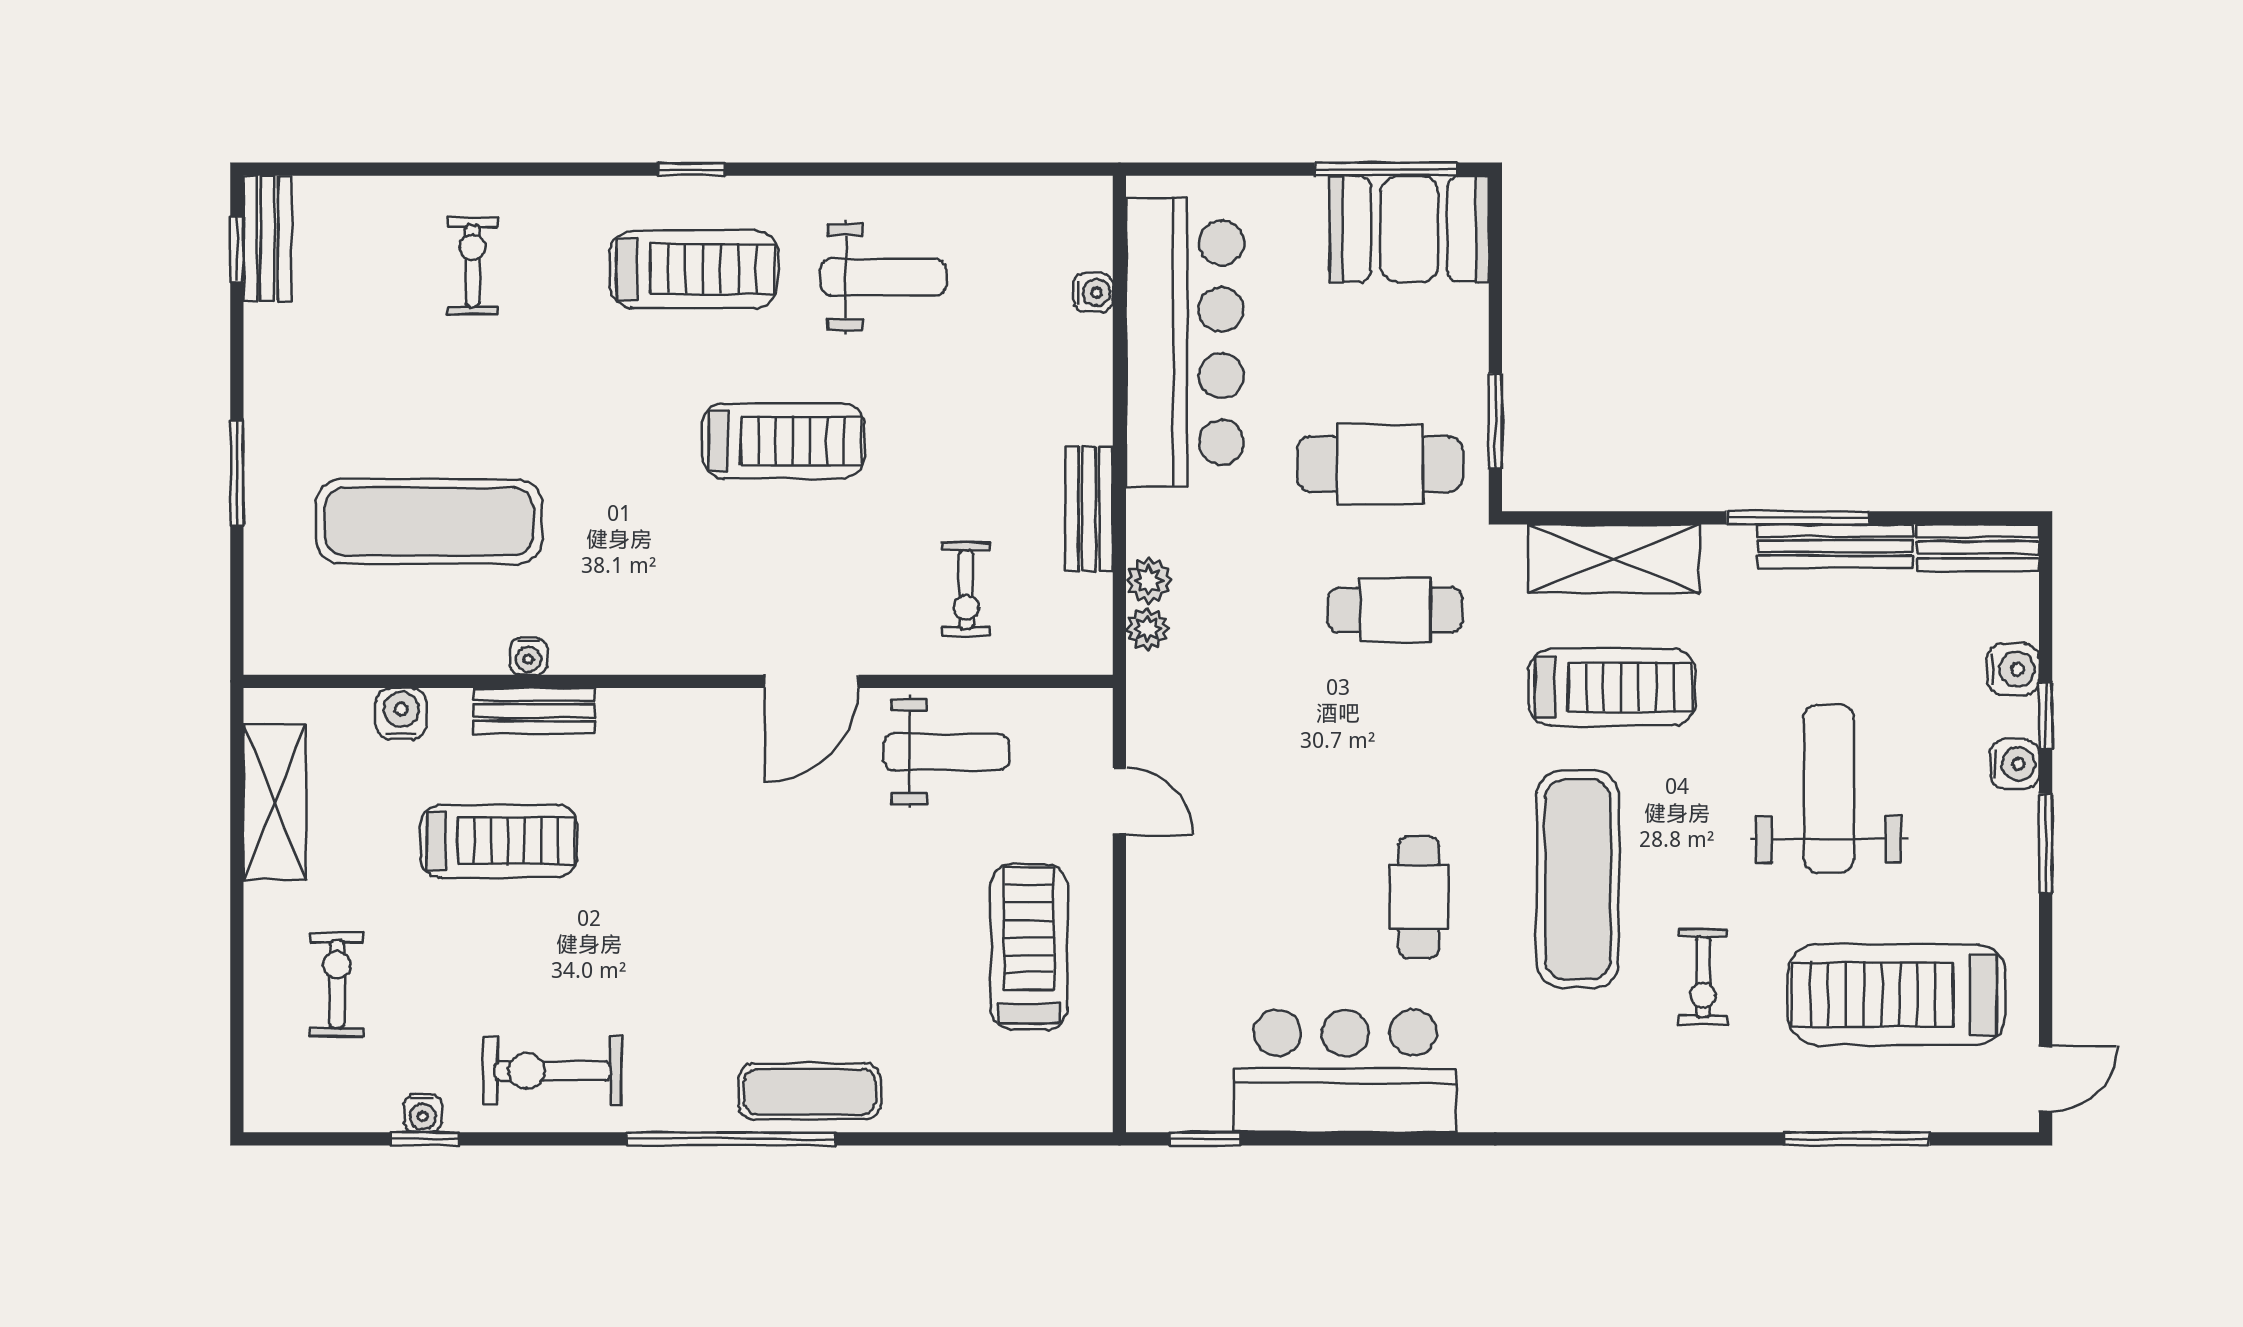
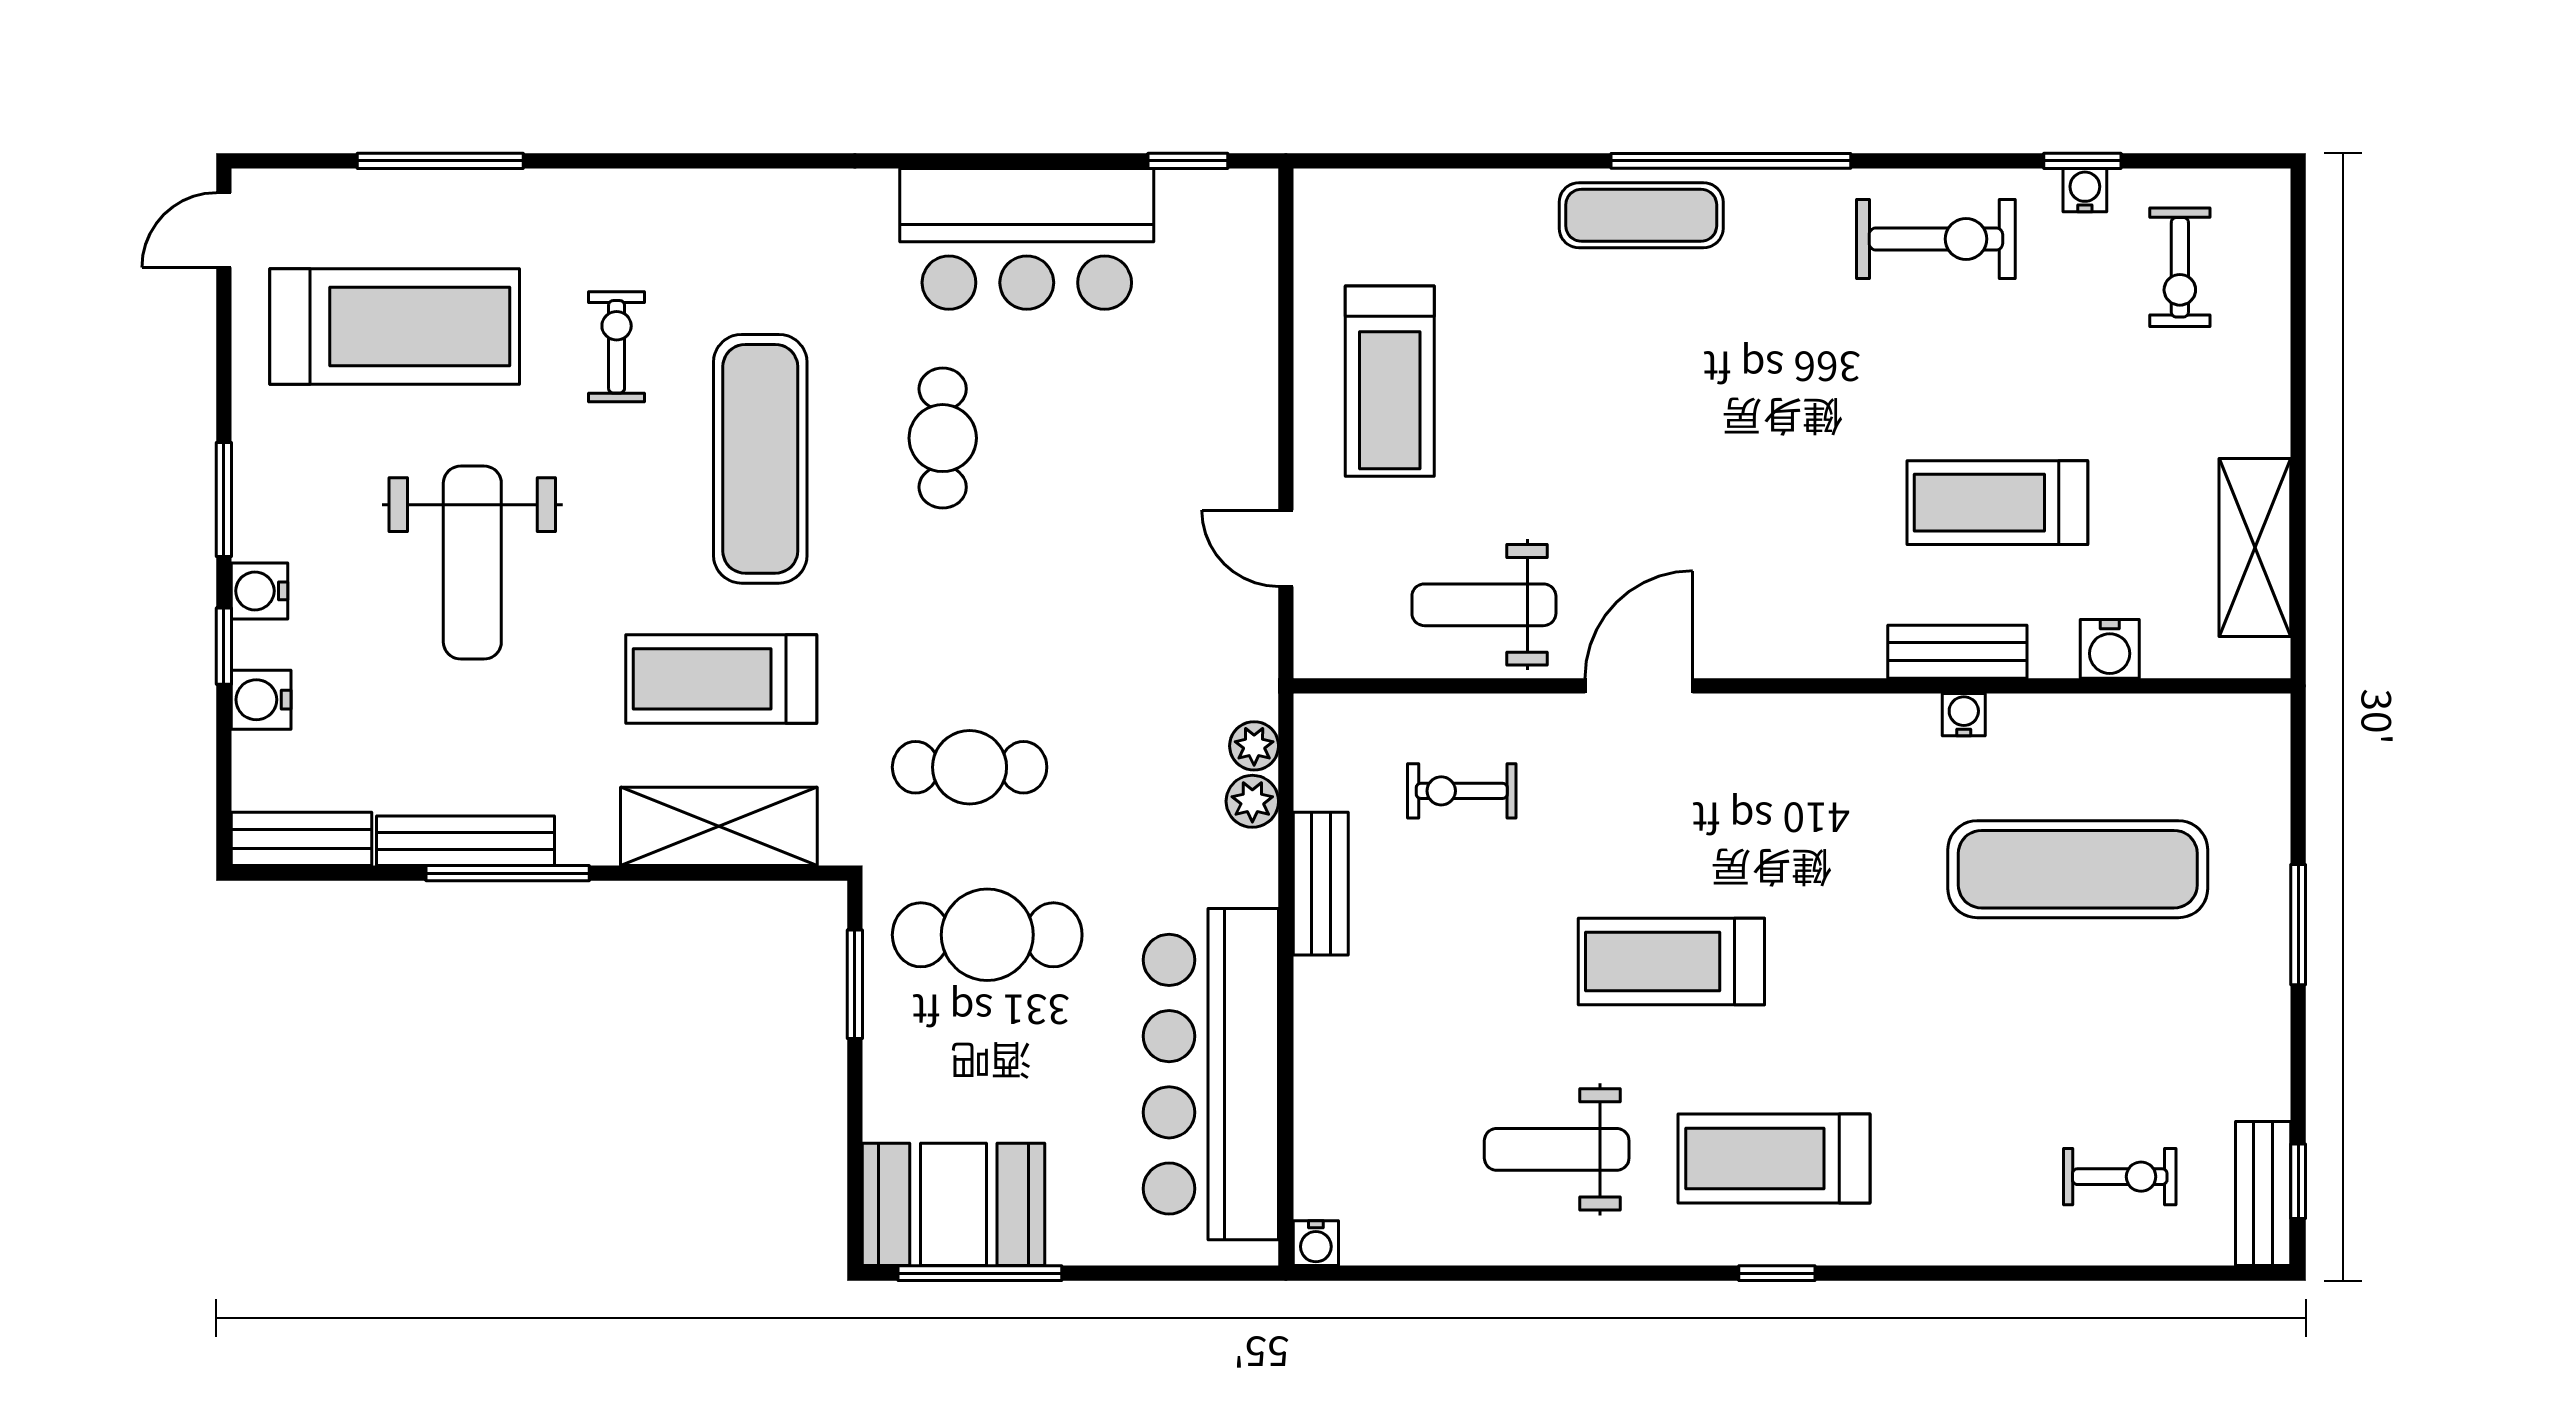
exercise bike: (473, 266) -> (2120, 1177), moved, turned -90
water cooler: (1093, 292) -> (1316, 1243), moved, turned -90
exercise bike: (966, 590) -> (1462, 791), turned -90
exercise bike: (337, 984) -> (2180, 267), moved

